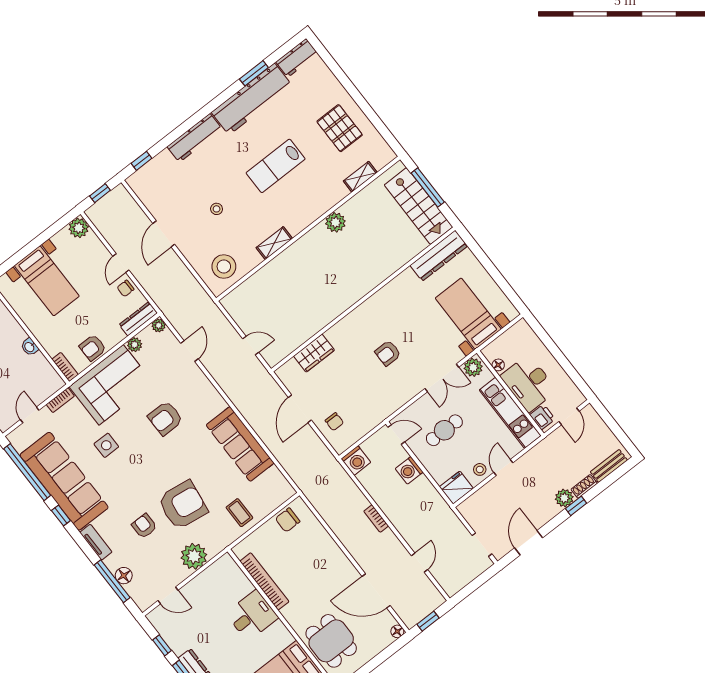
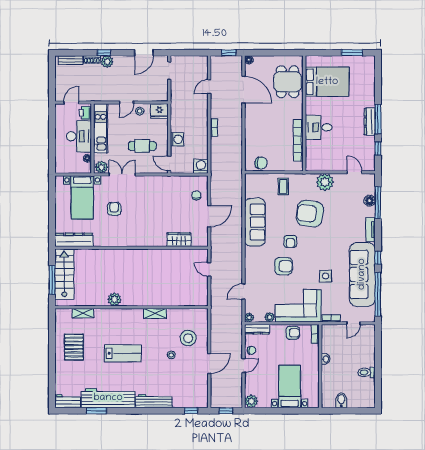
stool: (224, 267) -> (188, 338), moved
armchair: (388, 353) -> (114, 209), moved, turned -90
armchair: (144, 526) -> (290, 241), moved

